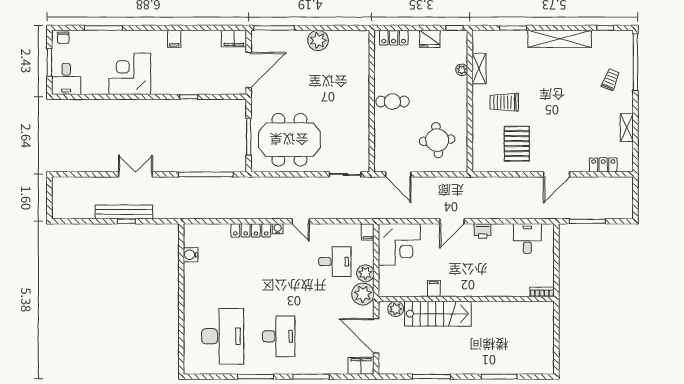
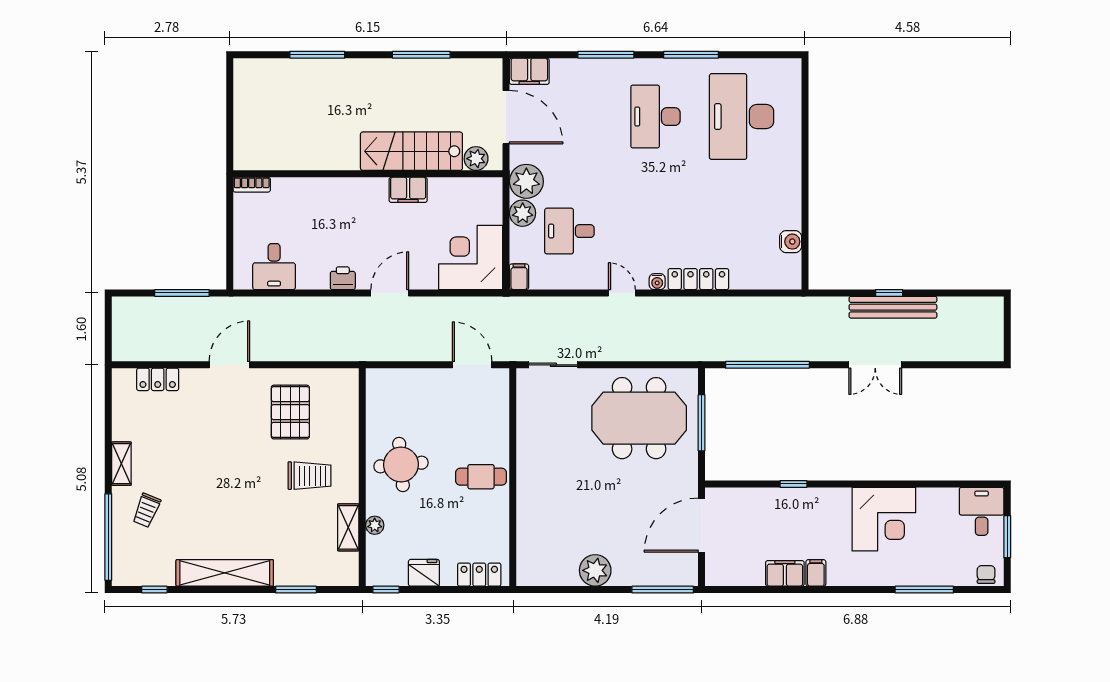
filing cabinet: (234, 38) -> (785, 573), moved
shelving: (627, 128) -> (121, 464), moved
round table: (437, 140) -> (401, 465), moved
filing cabinet: (434, 289) -> (408, 190), width x2.00

